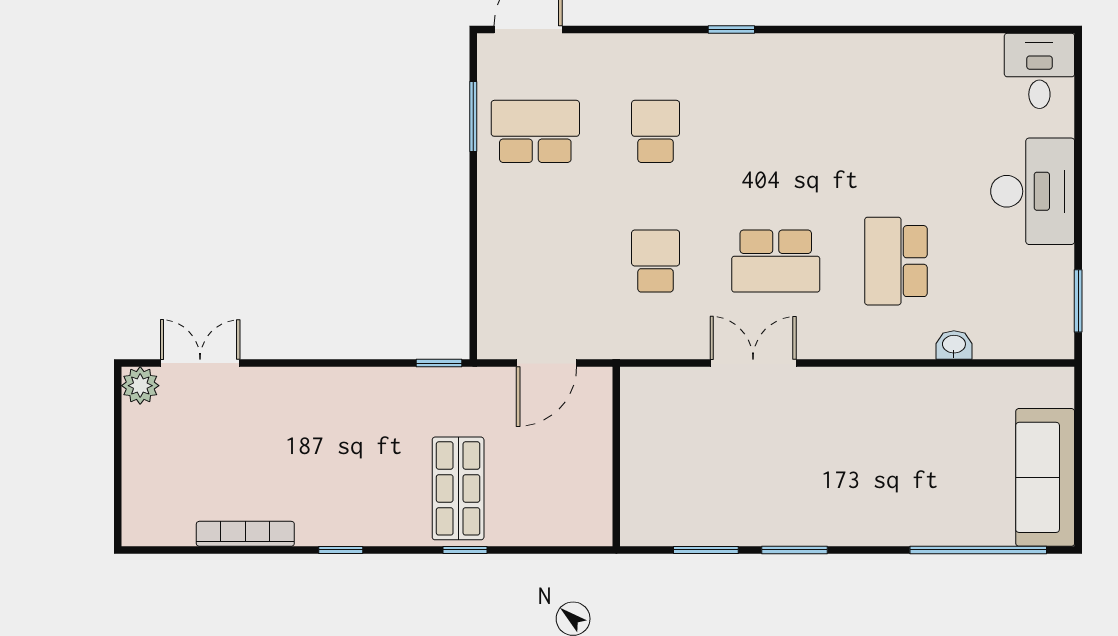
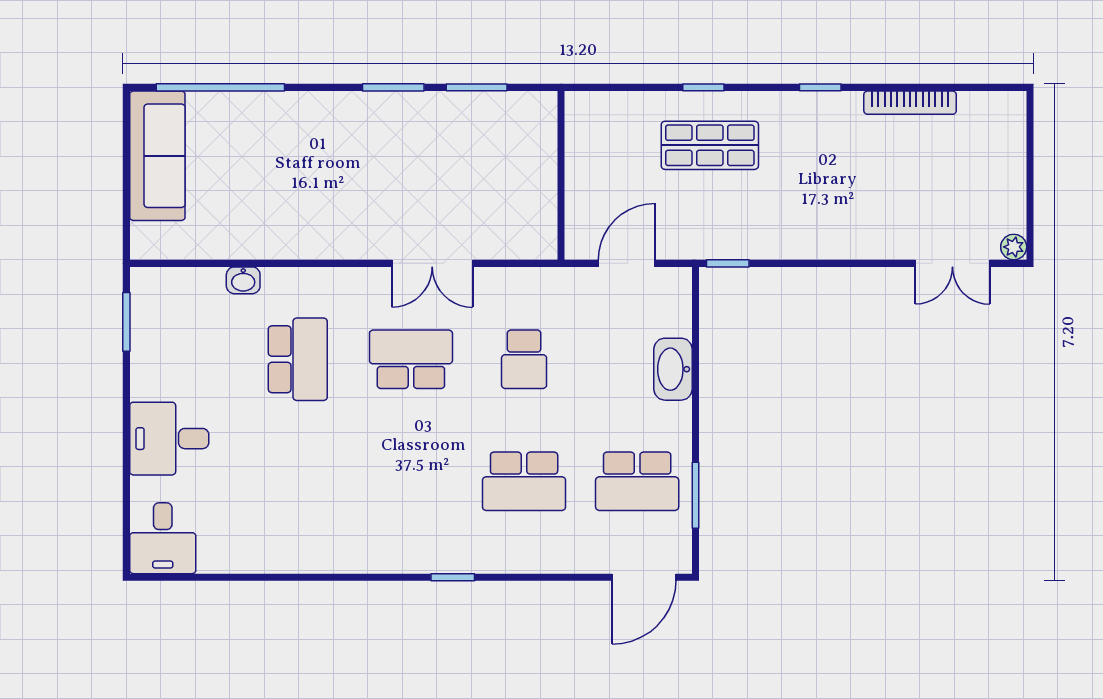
school desk: (656, 131) -> (524, 481), width x1.85
desk: (1033, 191) -> (169, 439), width x0.73
washbasin: (497, 251) -> (673, 369), added
plant: (140, 386) -> (1014, 247), width x0.73, depth x0.73
shop shelf: (458, 488) -> (710, 145), turned 90

